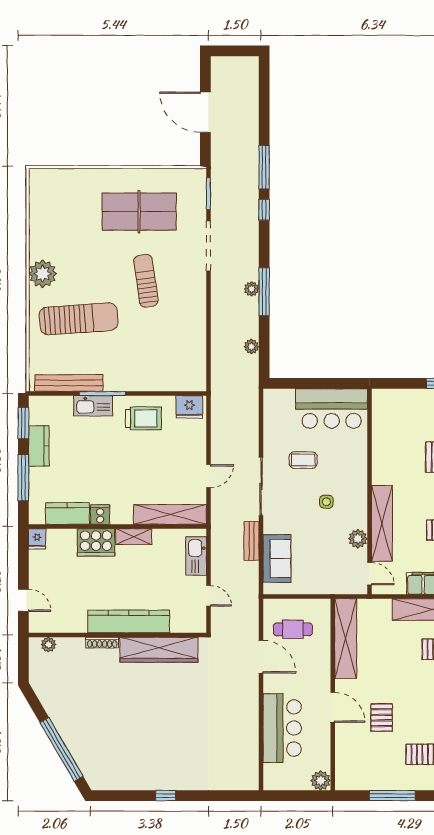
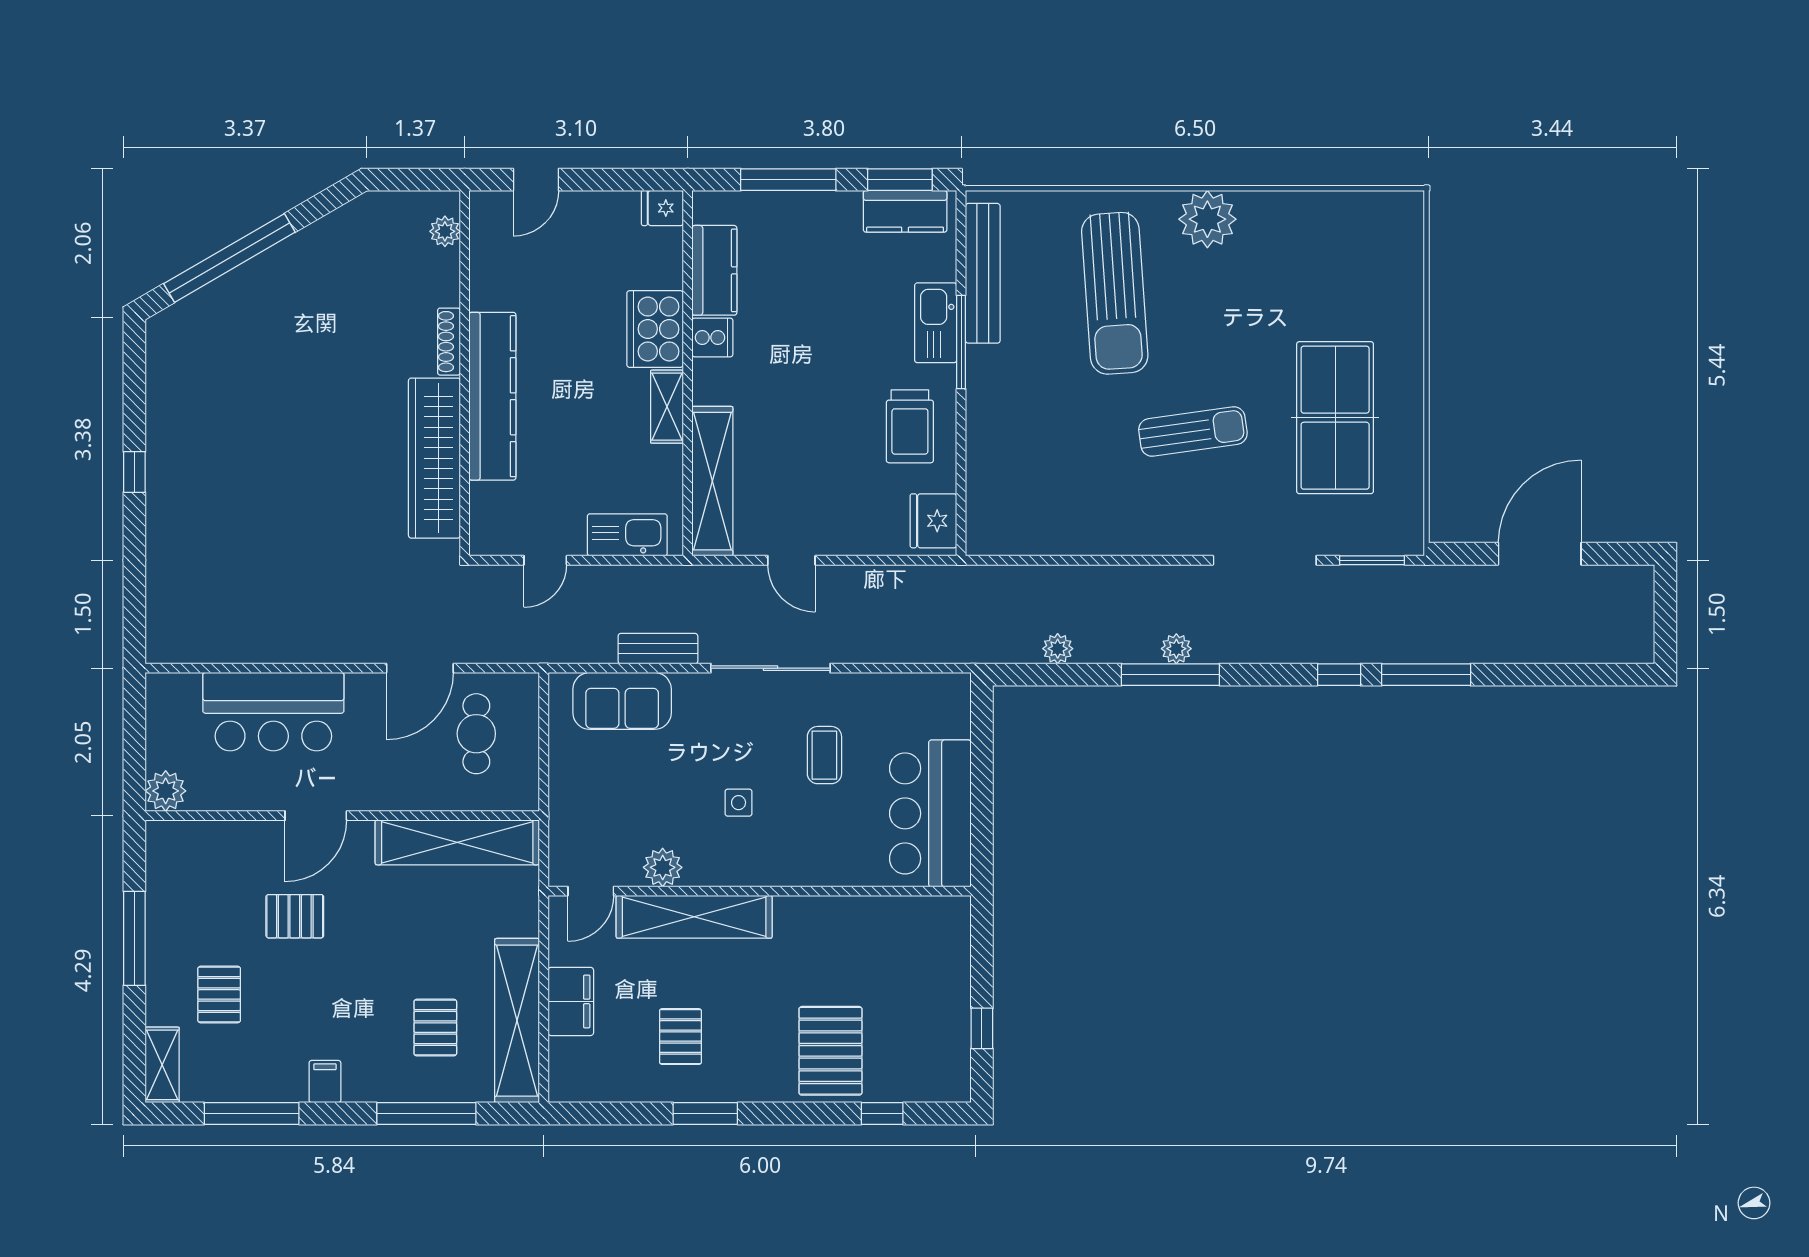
kitchen counter: (39, 446) -> (905, 211), moved

